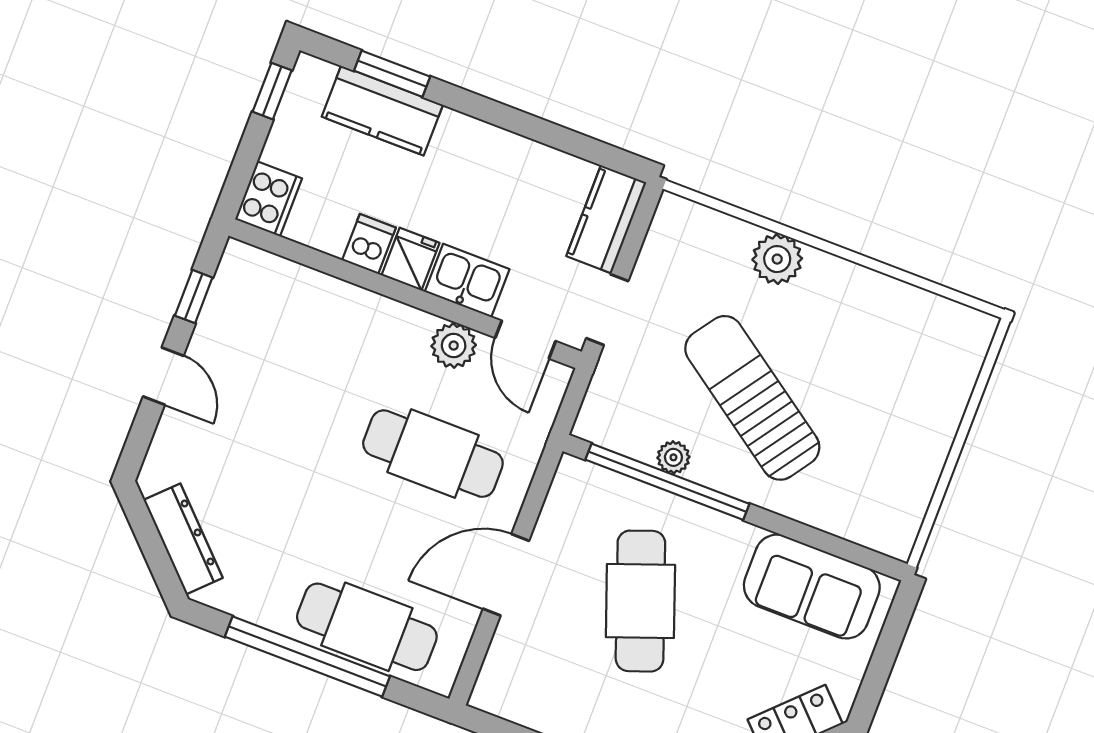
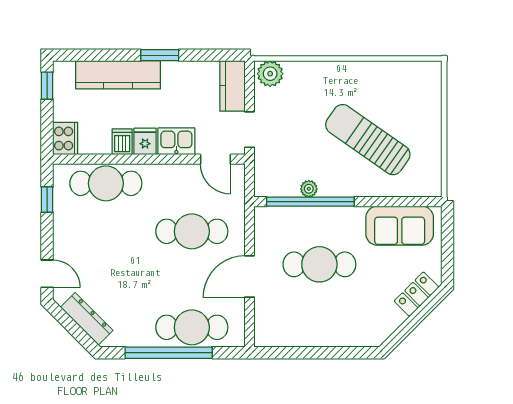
window: (392, 74) -> (160, 55), moved
kitchen counter: (382, 111) -> (118, 75), width x1.50
plant: (777, 259) -> (270, 74), moved
cafe table: (311, 308) -> (106, 183), added
plant: (454, 346) -> (182, 175), removed
door: (163, 376) -> (47, 274), moved
sun lounger: (752, 398) -> (368, 140), moved
cafe table: (640, 601) -> (319, 264), turned -70

